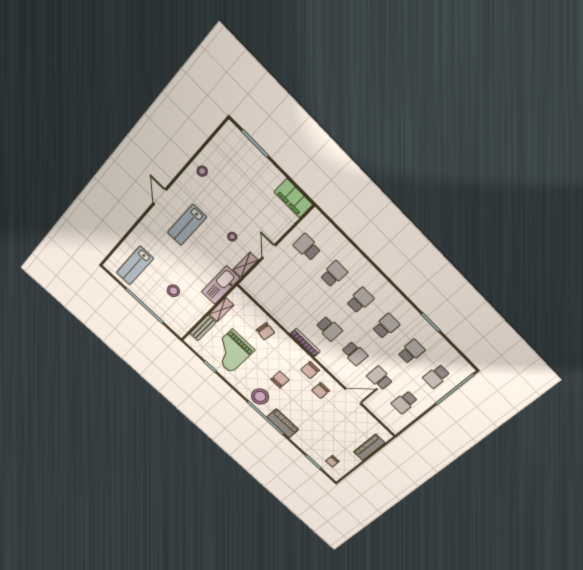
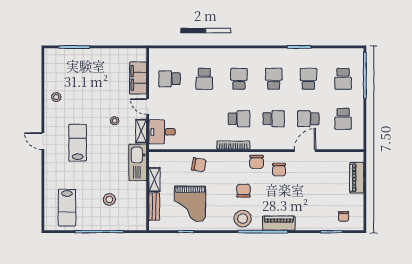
filing cabinet: (293, 198) -> (138, 78), moved, turned 90
lab bench: (187, 225) -> (78, 143), turned 180
school desk: (334, 274) -> (204, 79), turned 180
desk: (261, 281) -> (162, 132), added

